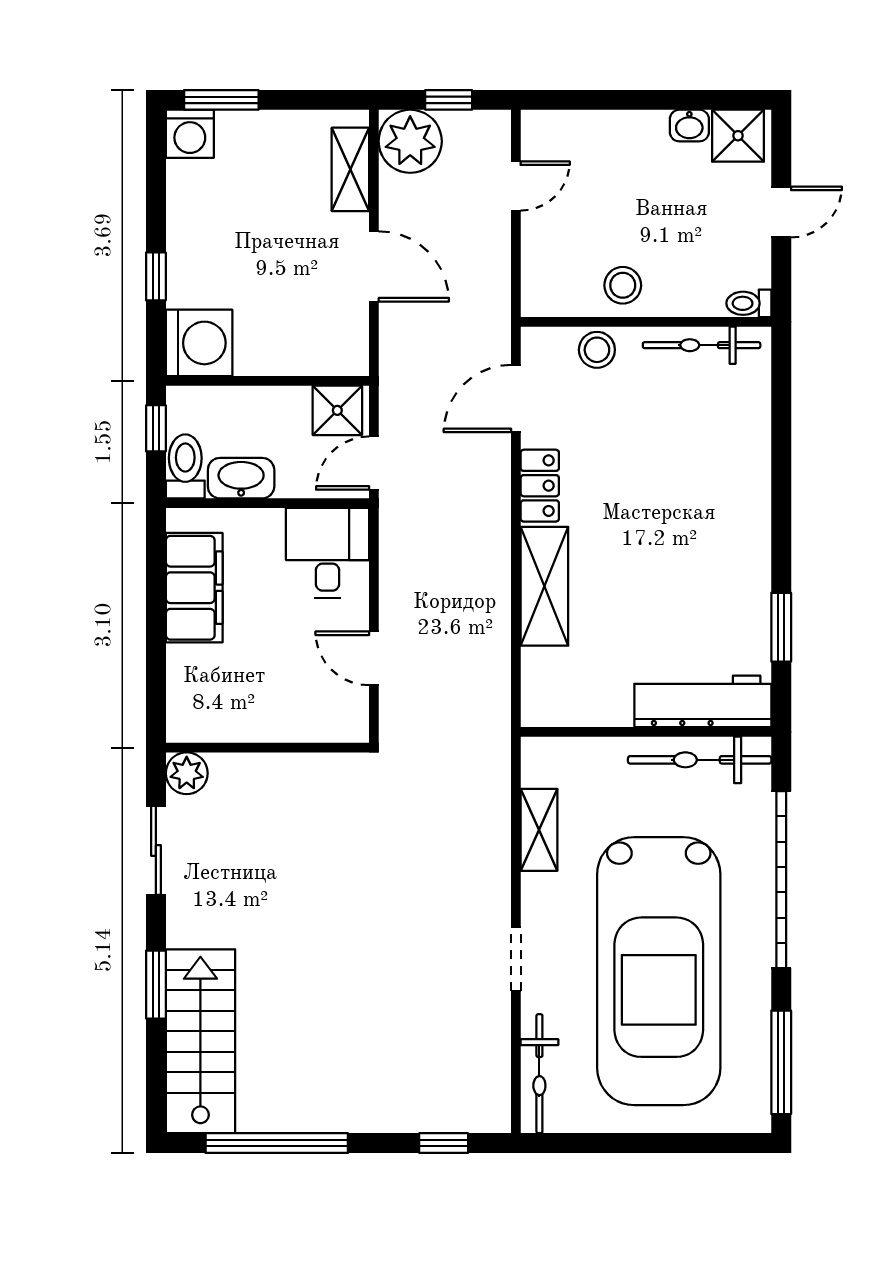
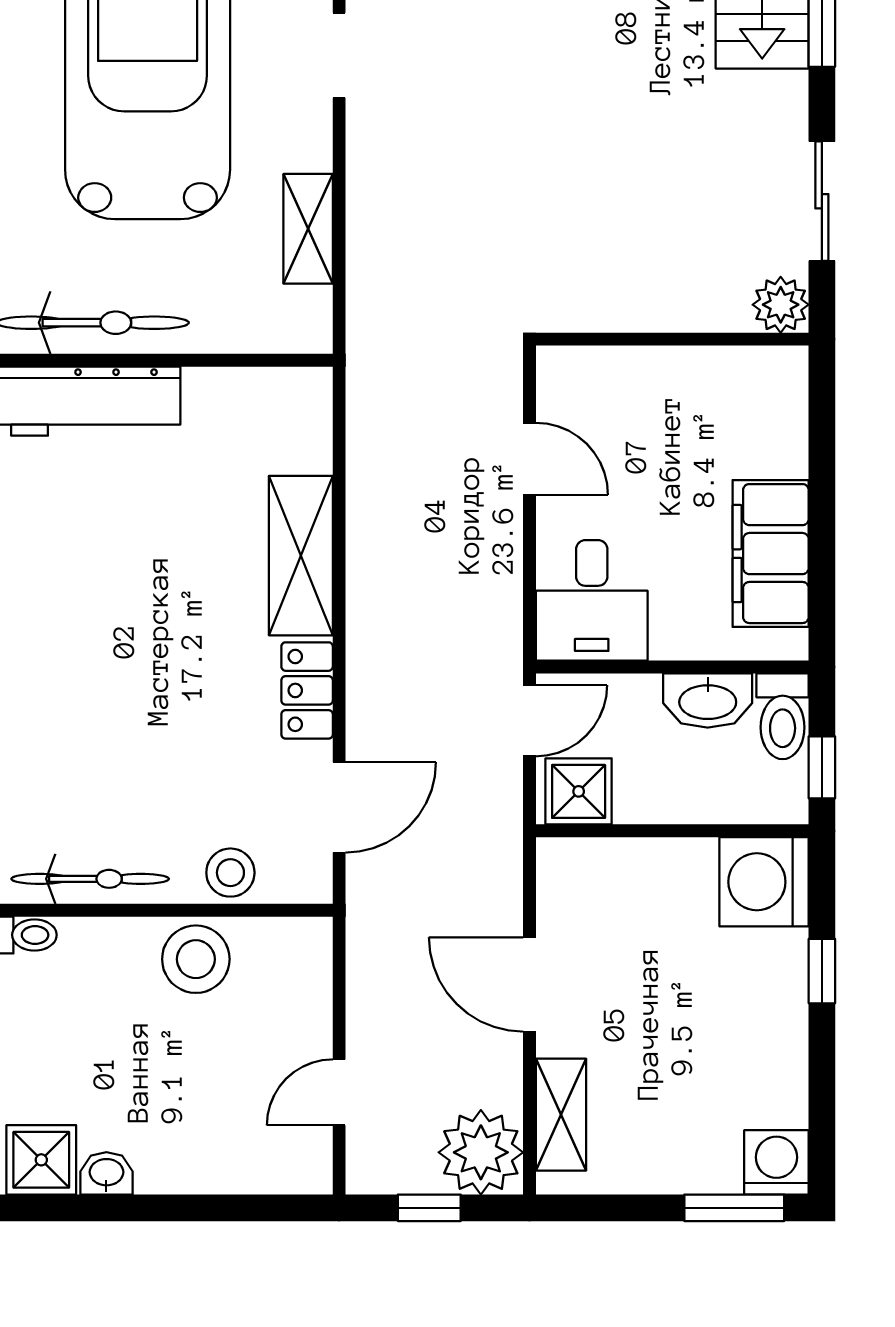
stool: (623, 285) -> (196, 959), width x1.38, depth x1.38

